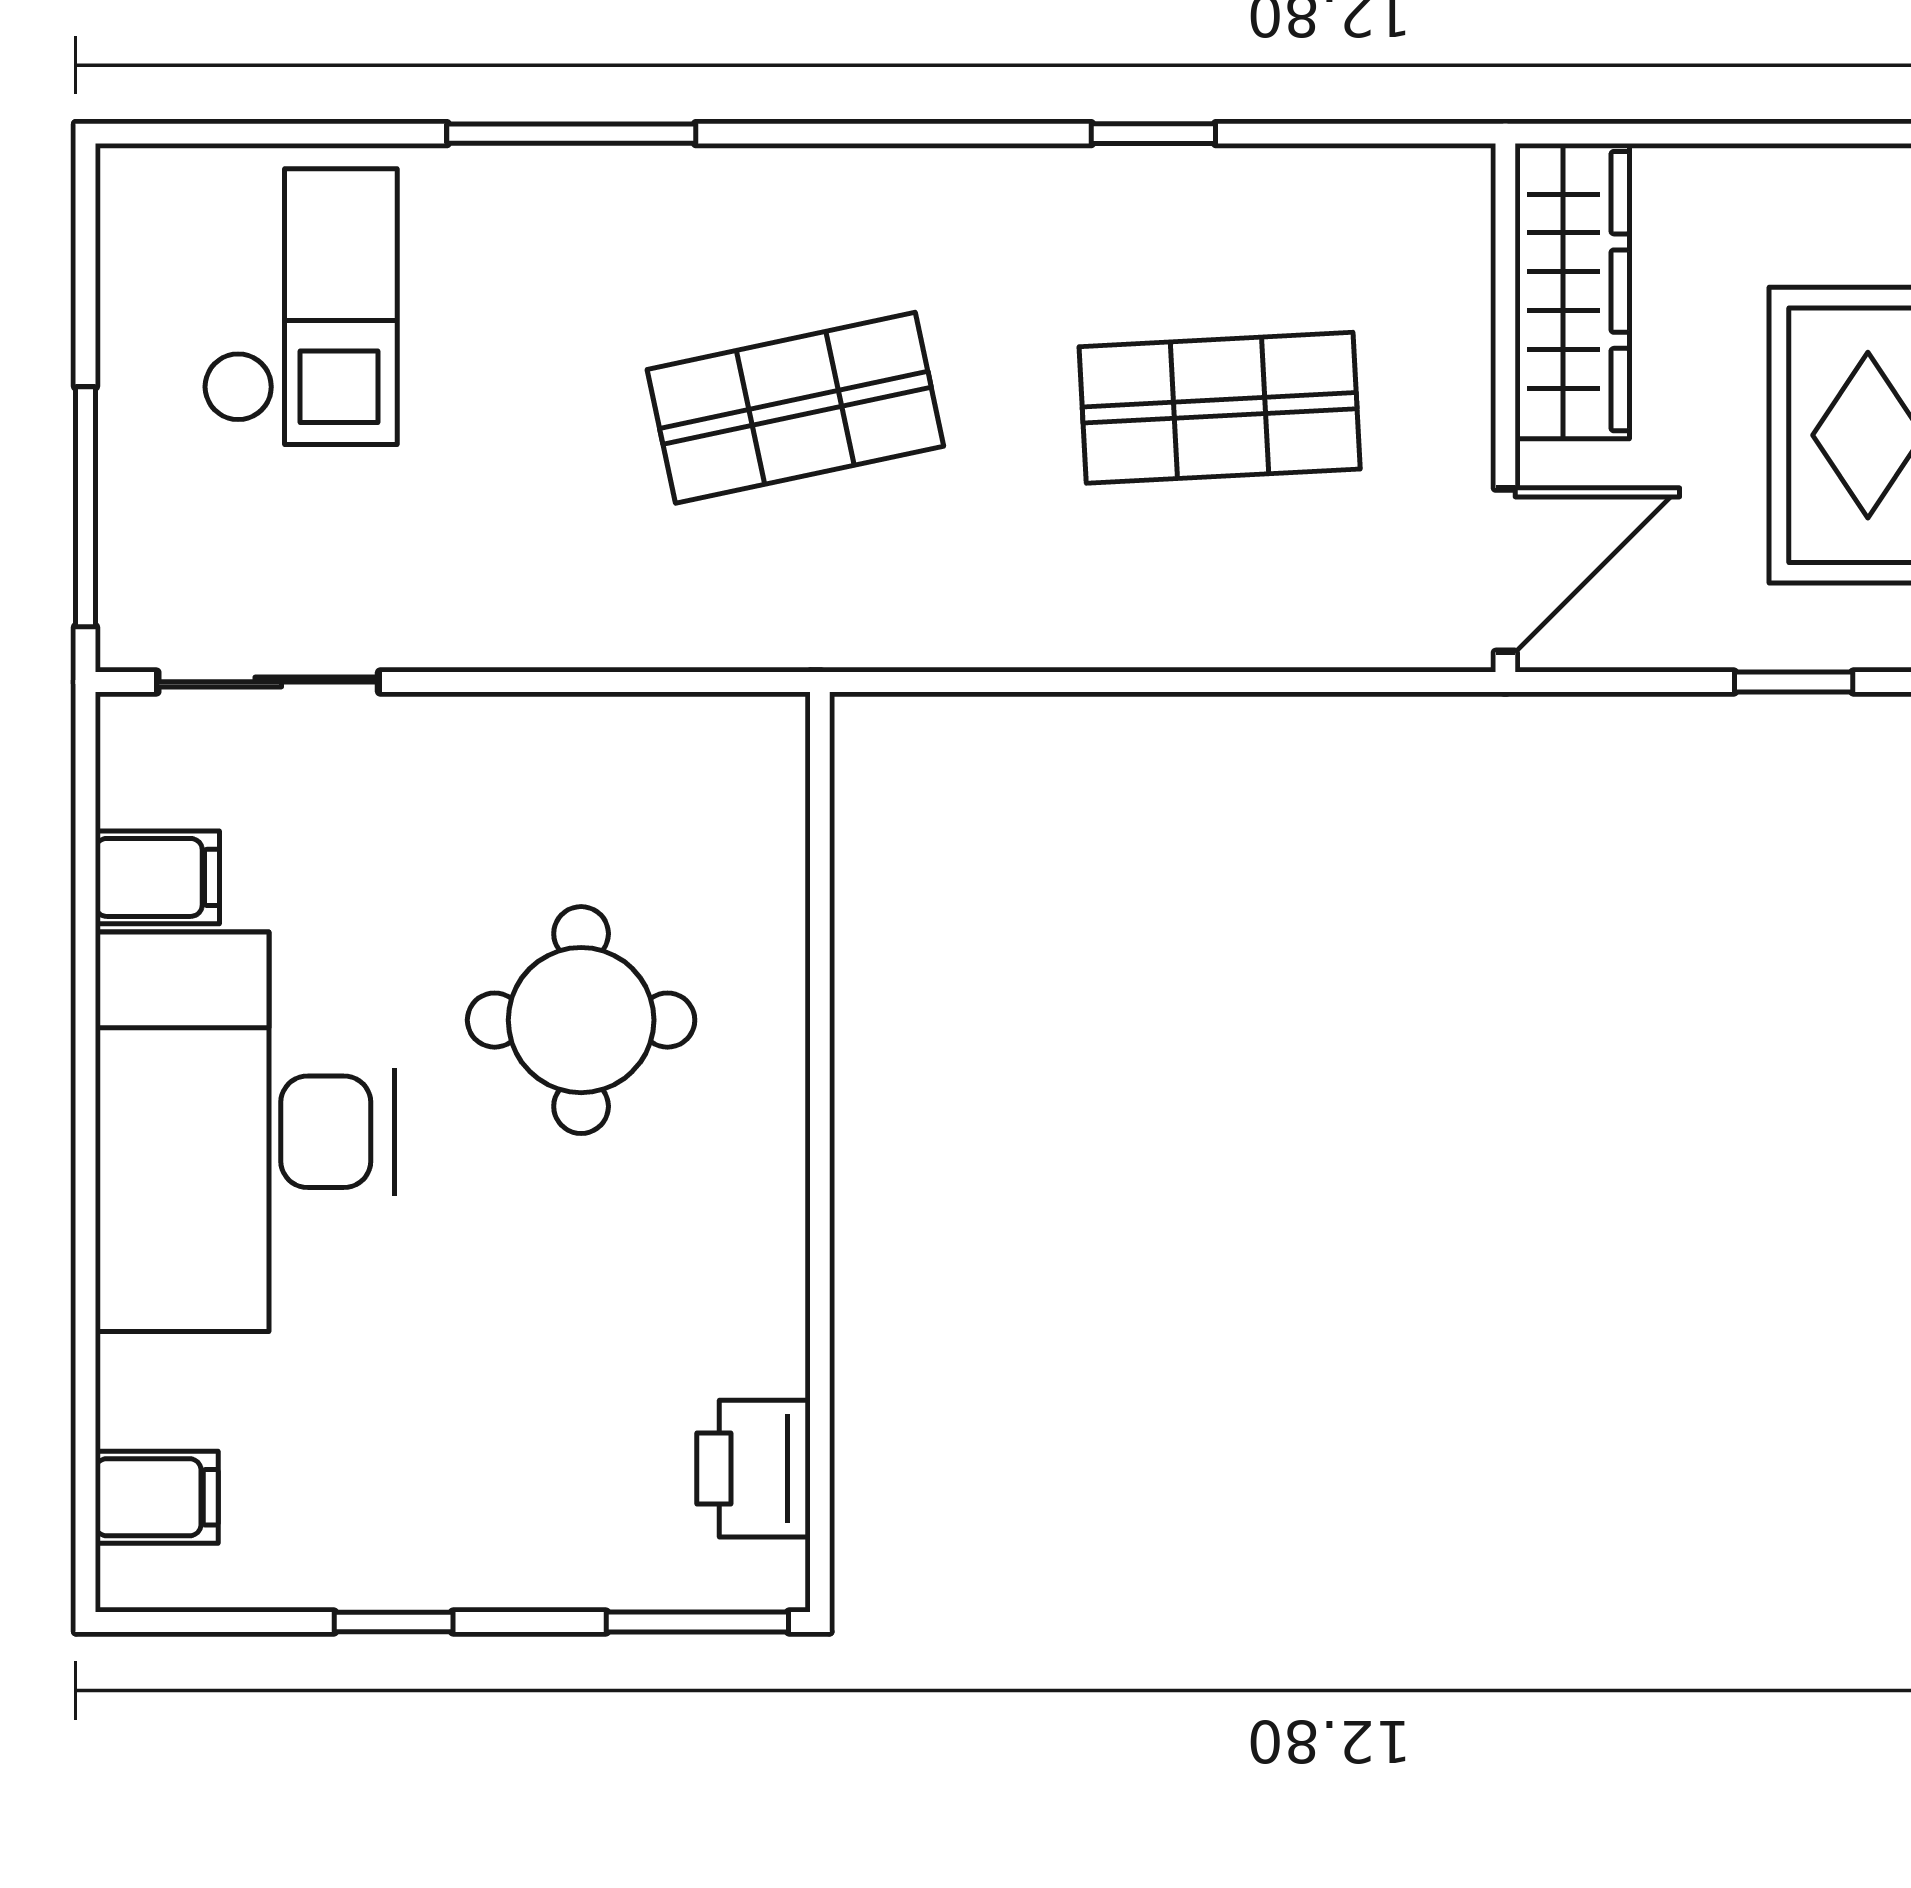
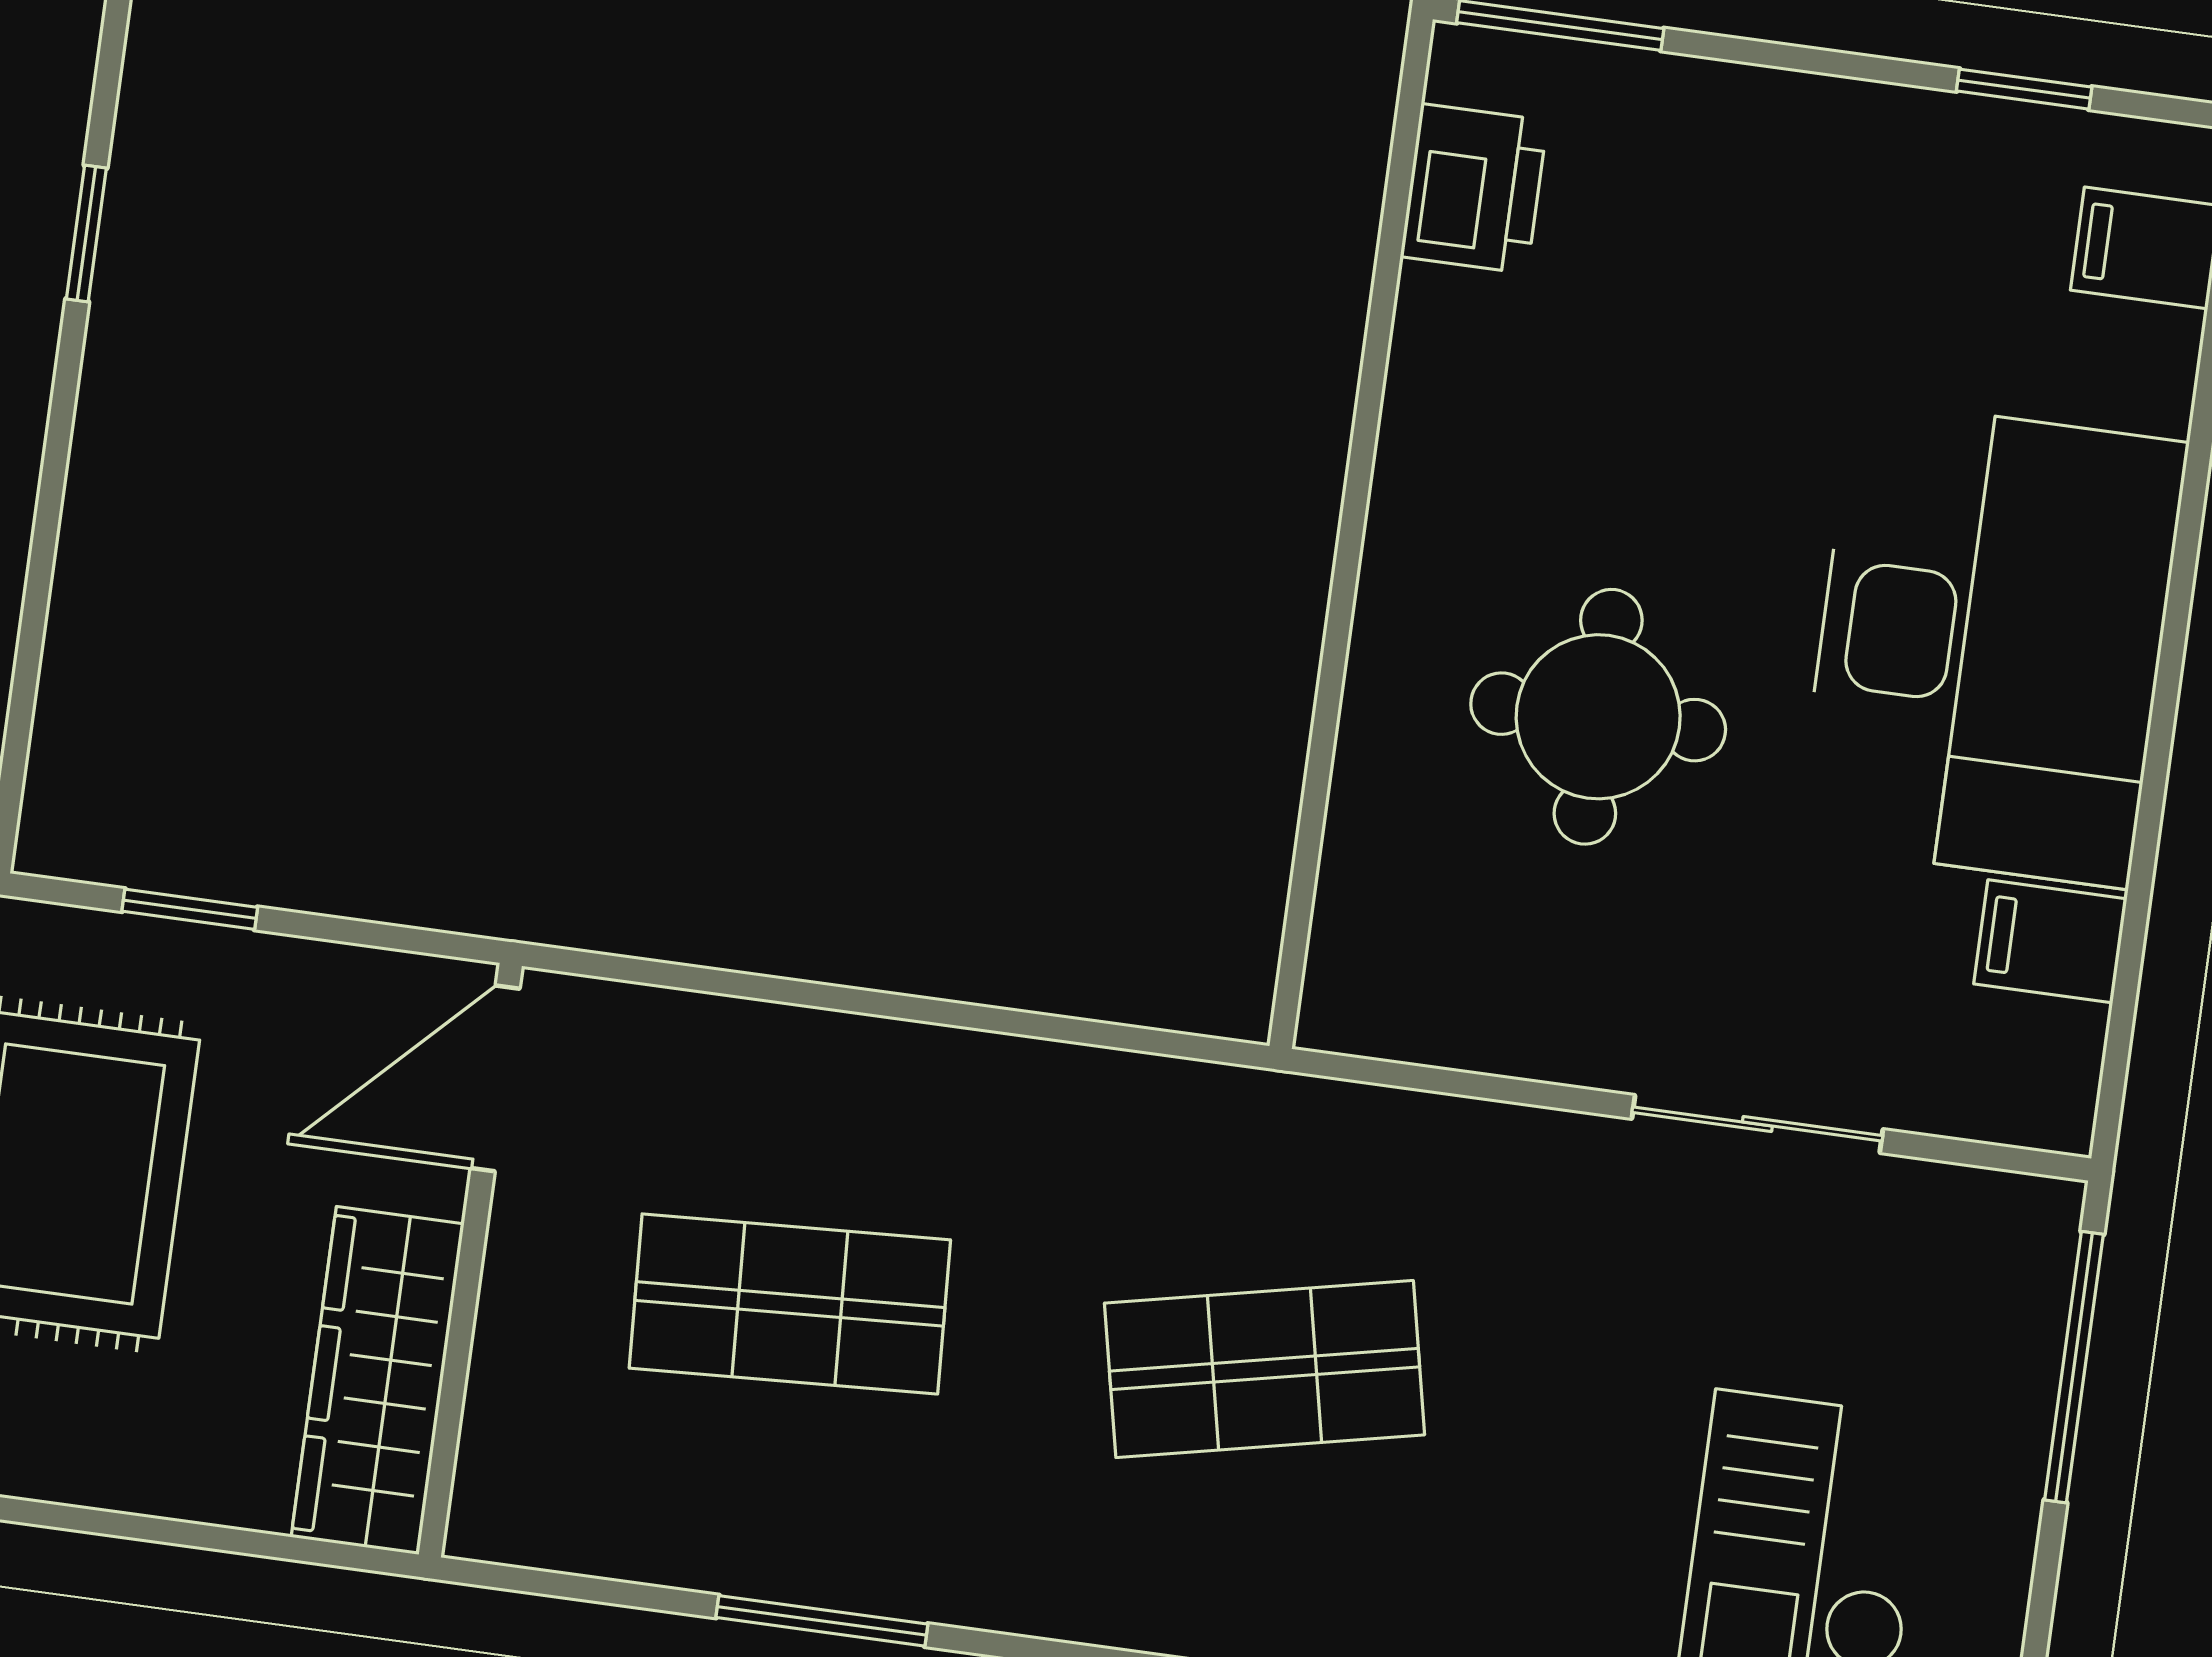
window: (1153, 134) -> (822, 1621), width x1.50
sliding door: (268, 682) -> (1757, 1124), moved
window: (394, 1622) -> (2024, 89), moved

